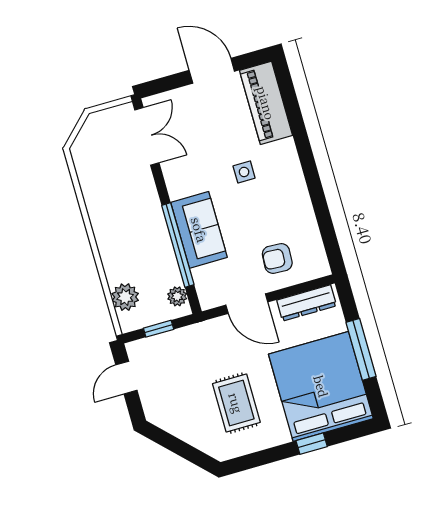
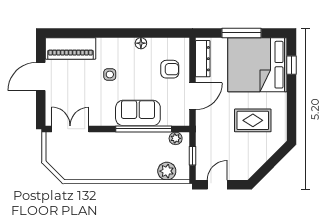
floor lamp: (303, 205) -> (141, 43), added
armchair: (277, 258) -> (170, 69), turned -93
door: (126, 378) -> (217, 185), swing flipped
window: (312, 444) -> (292, 65), moved

